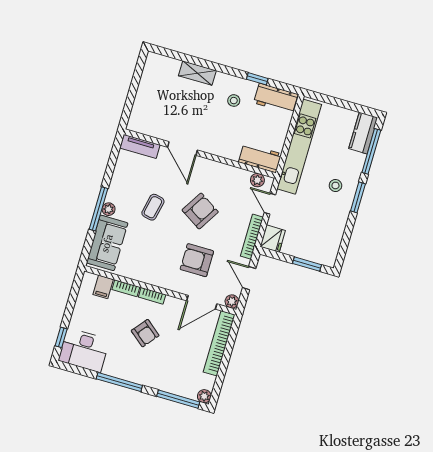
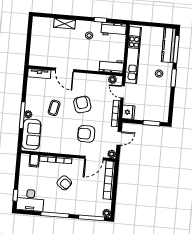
kitchen counter: (363, 133) -> (169, 45), width x1.50
armchair: (200, 211) -> (82, 105), turned -49
door: (249, 278) -> (119, 138), swing flipped

